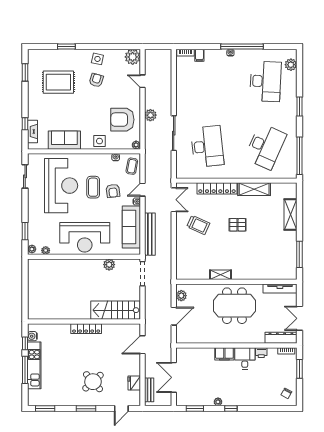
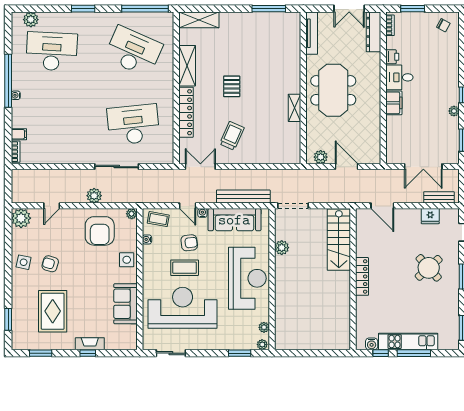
window: (66, 47) -> (8, 319), moved
window: (25, 124) -> (88, 353), moved
fireplace: (33, 131) -> (90, 344), moved
shelving: (290, 215) -> (199, 20), moved

